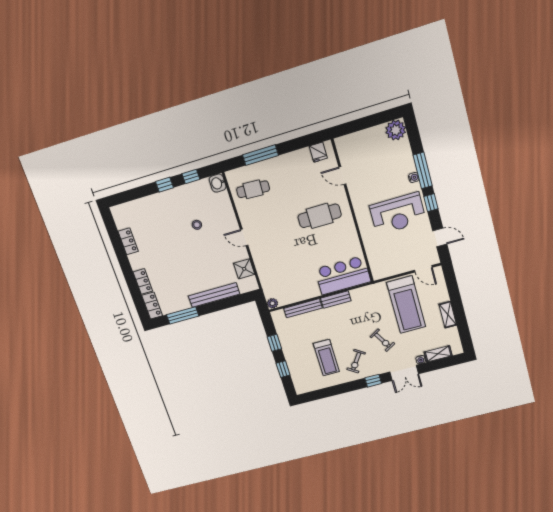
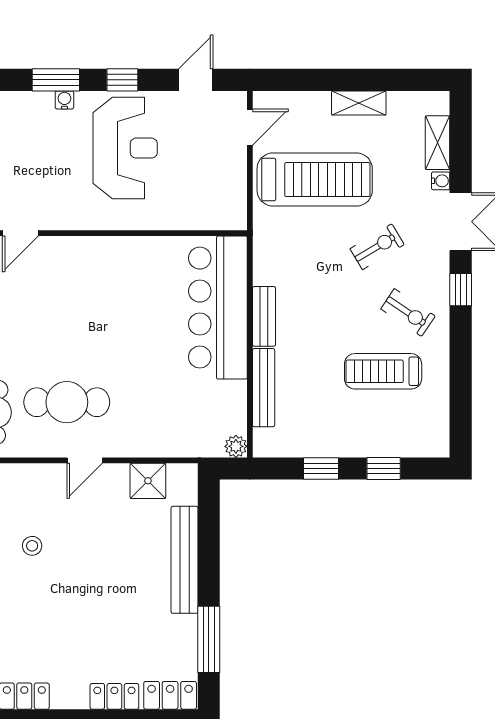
window: (423, 170) -> (56, 80), width x0.69
cafe table: (320, 216) -> (67, 402), moved, turned 90
bar counter: (343, 275) -> (218, 308), width x1.36
treadmill: (326, 358) -> (383, 371), turned 180

